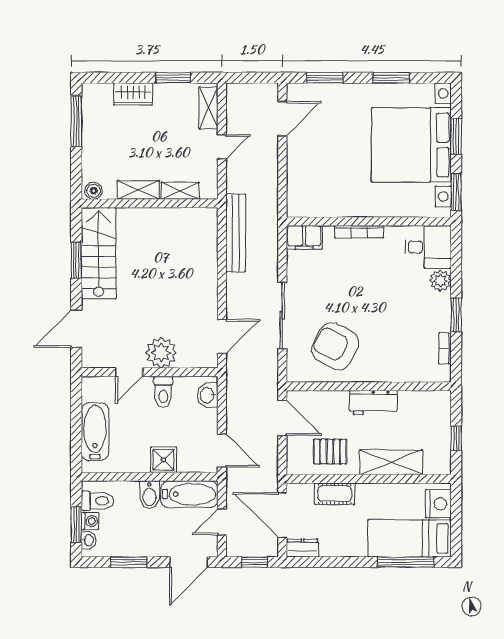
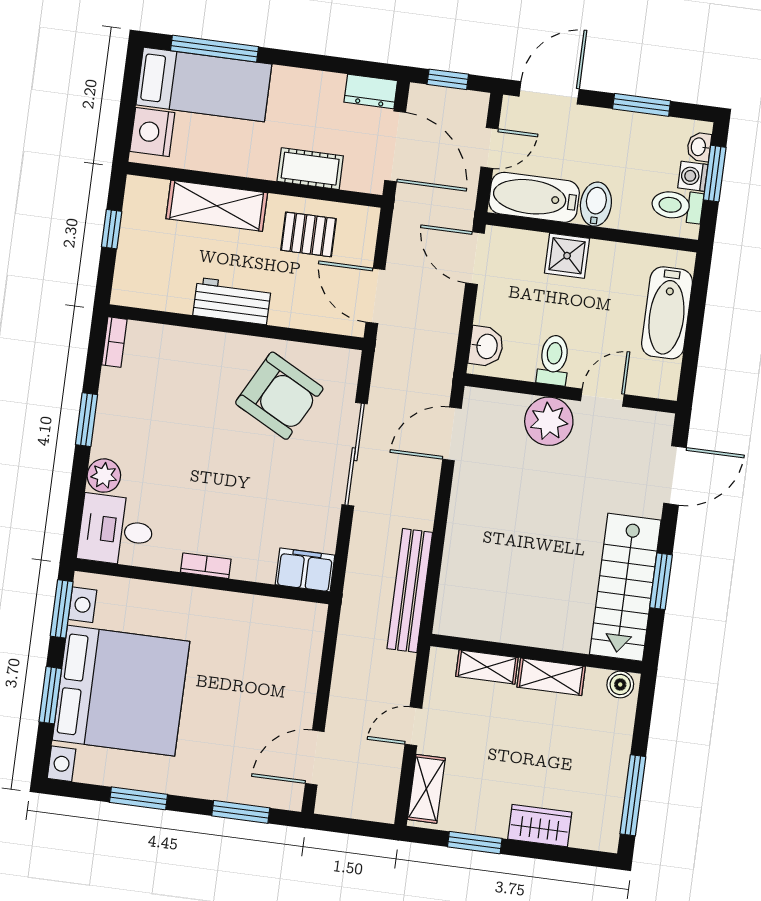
bookcase: (359, 232) -> (206, 566), width x0.64
bookcase: (445, 348) -> (114, 342), moved

